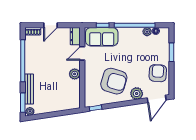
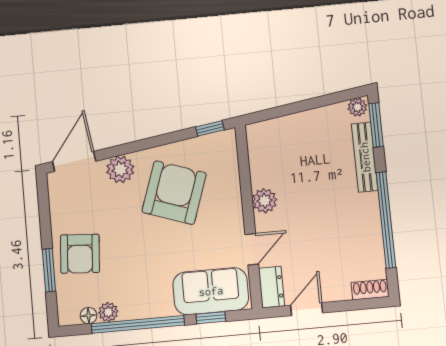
door: (50, 25) -> (307, 309), moved
armchair: (158, 73) -> (80, 254), moved
armchair: (114, 81) -> (174, 193), turned 93

